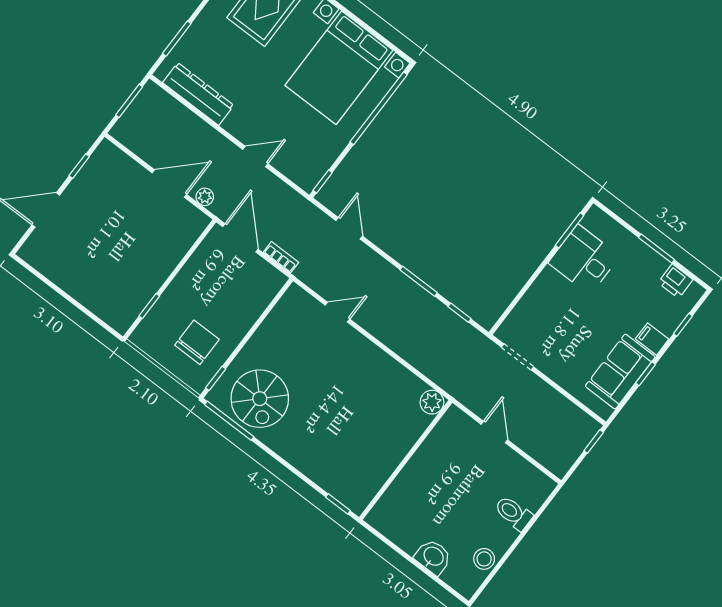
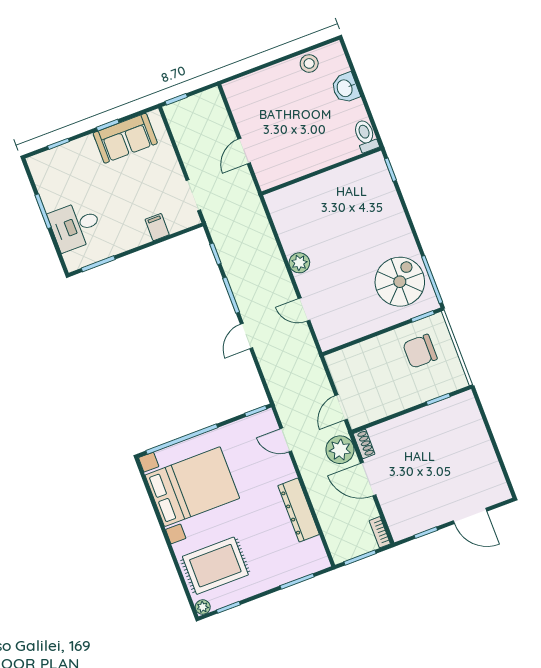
dresser: (198, 94) -> (299, 510), moved
door: (255, 156) -> (286, 440), moved
plant: (205, 197) -> (340, 450), width x1.87, depth x1.87
shoe rack: (195, 216) -> (364, 444), added
door: (349, 228) -> (246, 336), moved
door: (240, 238) -> (341, 408), width x0.73
bookcase: (281, 257) -> (380, 532), moved
desk: (584, 259) -> (75, 226), moved, turned 90
printer: (675, 281) -> (44, 179), removed
filing cabinet: (652, 339) -> (157, 227), moved, turned 180
plant: (432, 402) -> (299, 263), moved
toilet: (513, 513) -> (366, 136), moved, turned 180

